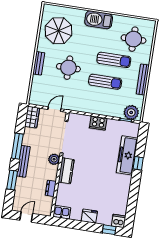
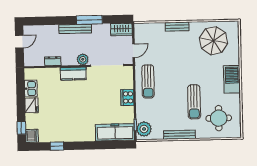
round table: (68, 68) -> (178, 57), removed
sun lounger: (105, 82) -> (148, 81), moved
door: (54, 109) -> (134, 51), hinge flipped
freezer: (127, 155) -> (115, 132), moved
window: (138, 163) -> (57, 146), moved
window: (12, 180) -> (54, 21), removed
kitchen sink: (62, 212) -> (31, 89), moved
door: (26, 217) -> (19, 42), hinge flipped

